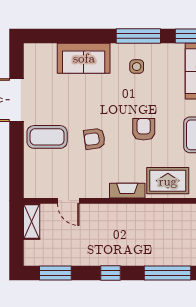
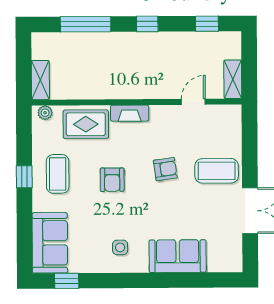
window: (138, 36) -> (118, 281), removed
door: (68, 201) -> (193, 102), hinge flipped
window: (55, 273) -> (207, 24), width x0.67

